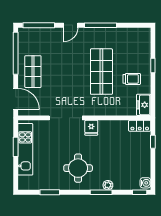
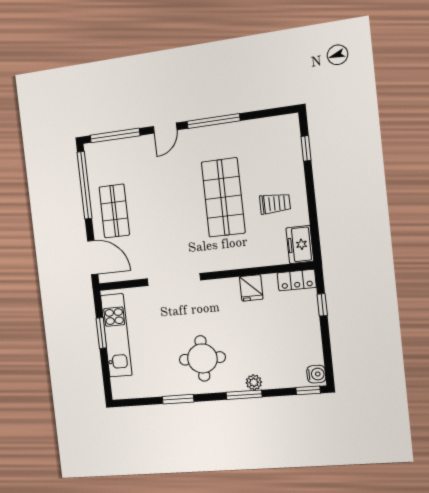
window: (153, 65) -> (306, 148), moved
fridge: (91, 128) -> (251, 288), moved
window: (50, 192) -> (178, 399), moved

